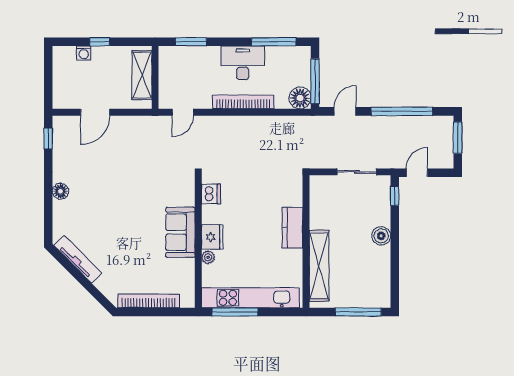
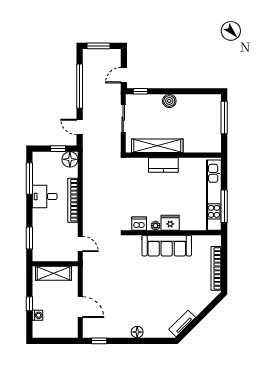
desk: (243, 63) -> (45, 196), width x0.73
window: (315, 81) -> (58, 149), width x0.46
door: (417, 173) -> (124, 75), hinge flipped
sofa: (180, 232) -> (167, 246), width x1.36
plant: (208, 257) -> (156, 226), moved
tv unit: (78, 259) -> (182, 323), width x0.71
shelving: (319, 266) -> (157, 146), moved

